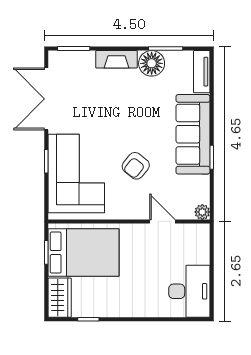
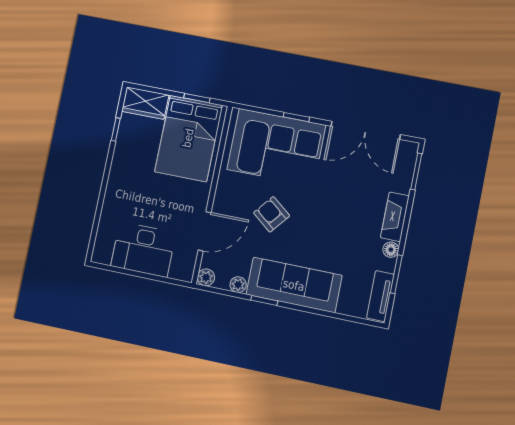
floor lamp: (152, 63) -> (391, 250), width x0.53, depth x0.53
tv unit: (202, 72) -> (380, 296), moved, turned -90
double door: (46, 99) -> (366, 130), swing flipped
plant: (203, 183) -> (238, 285), added
door: (162, 221) -> (205, 231), width x1.38
desk: (189, 291) -> (143, 250), moved

